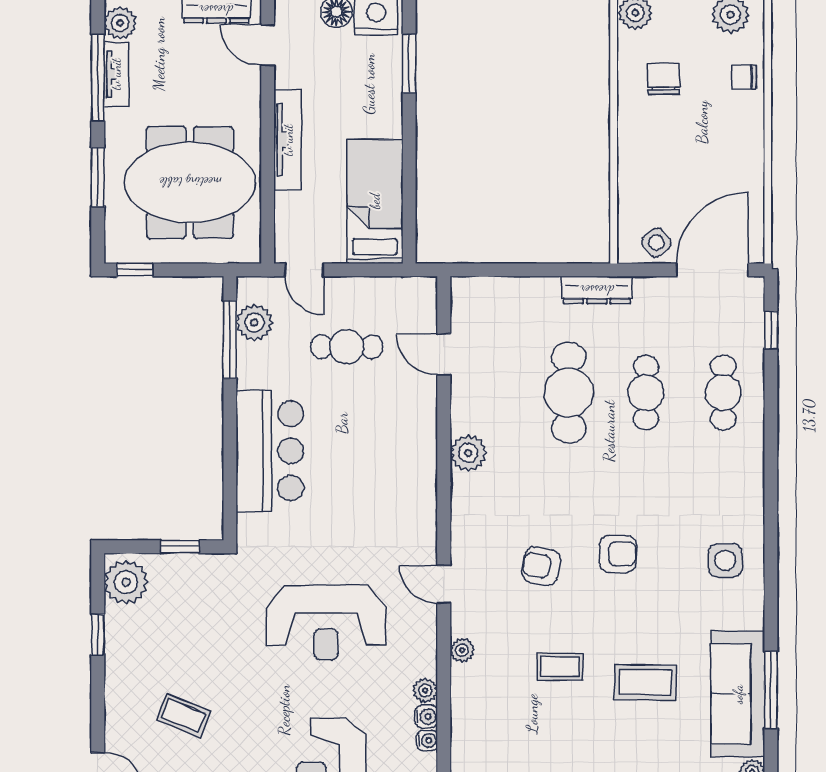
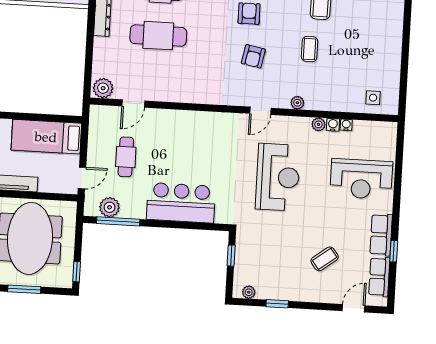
plant: (468, 453) -> (103, 88), moved
plant: (126, 582) -> (249, 292), width x0.53, depth x0.53
coffee table: (184, 715) -> (325, 259), turned 31

